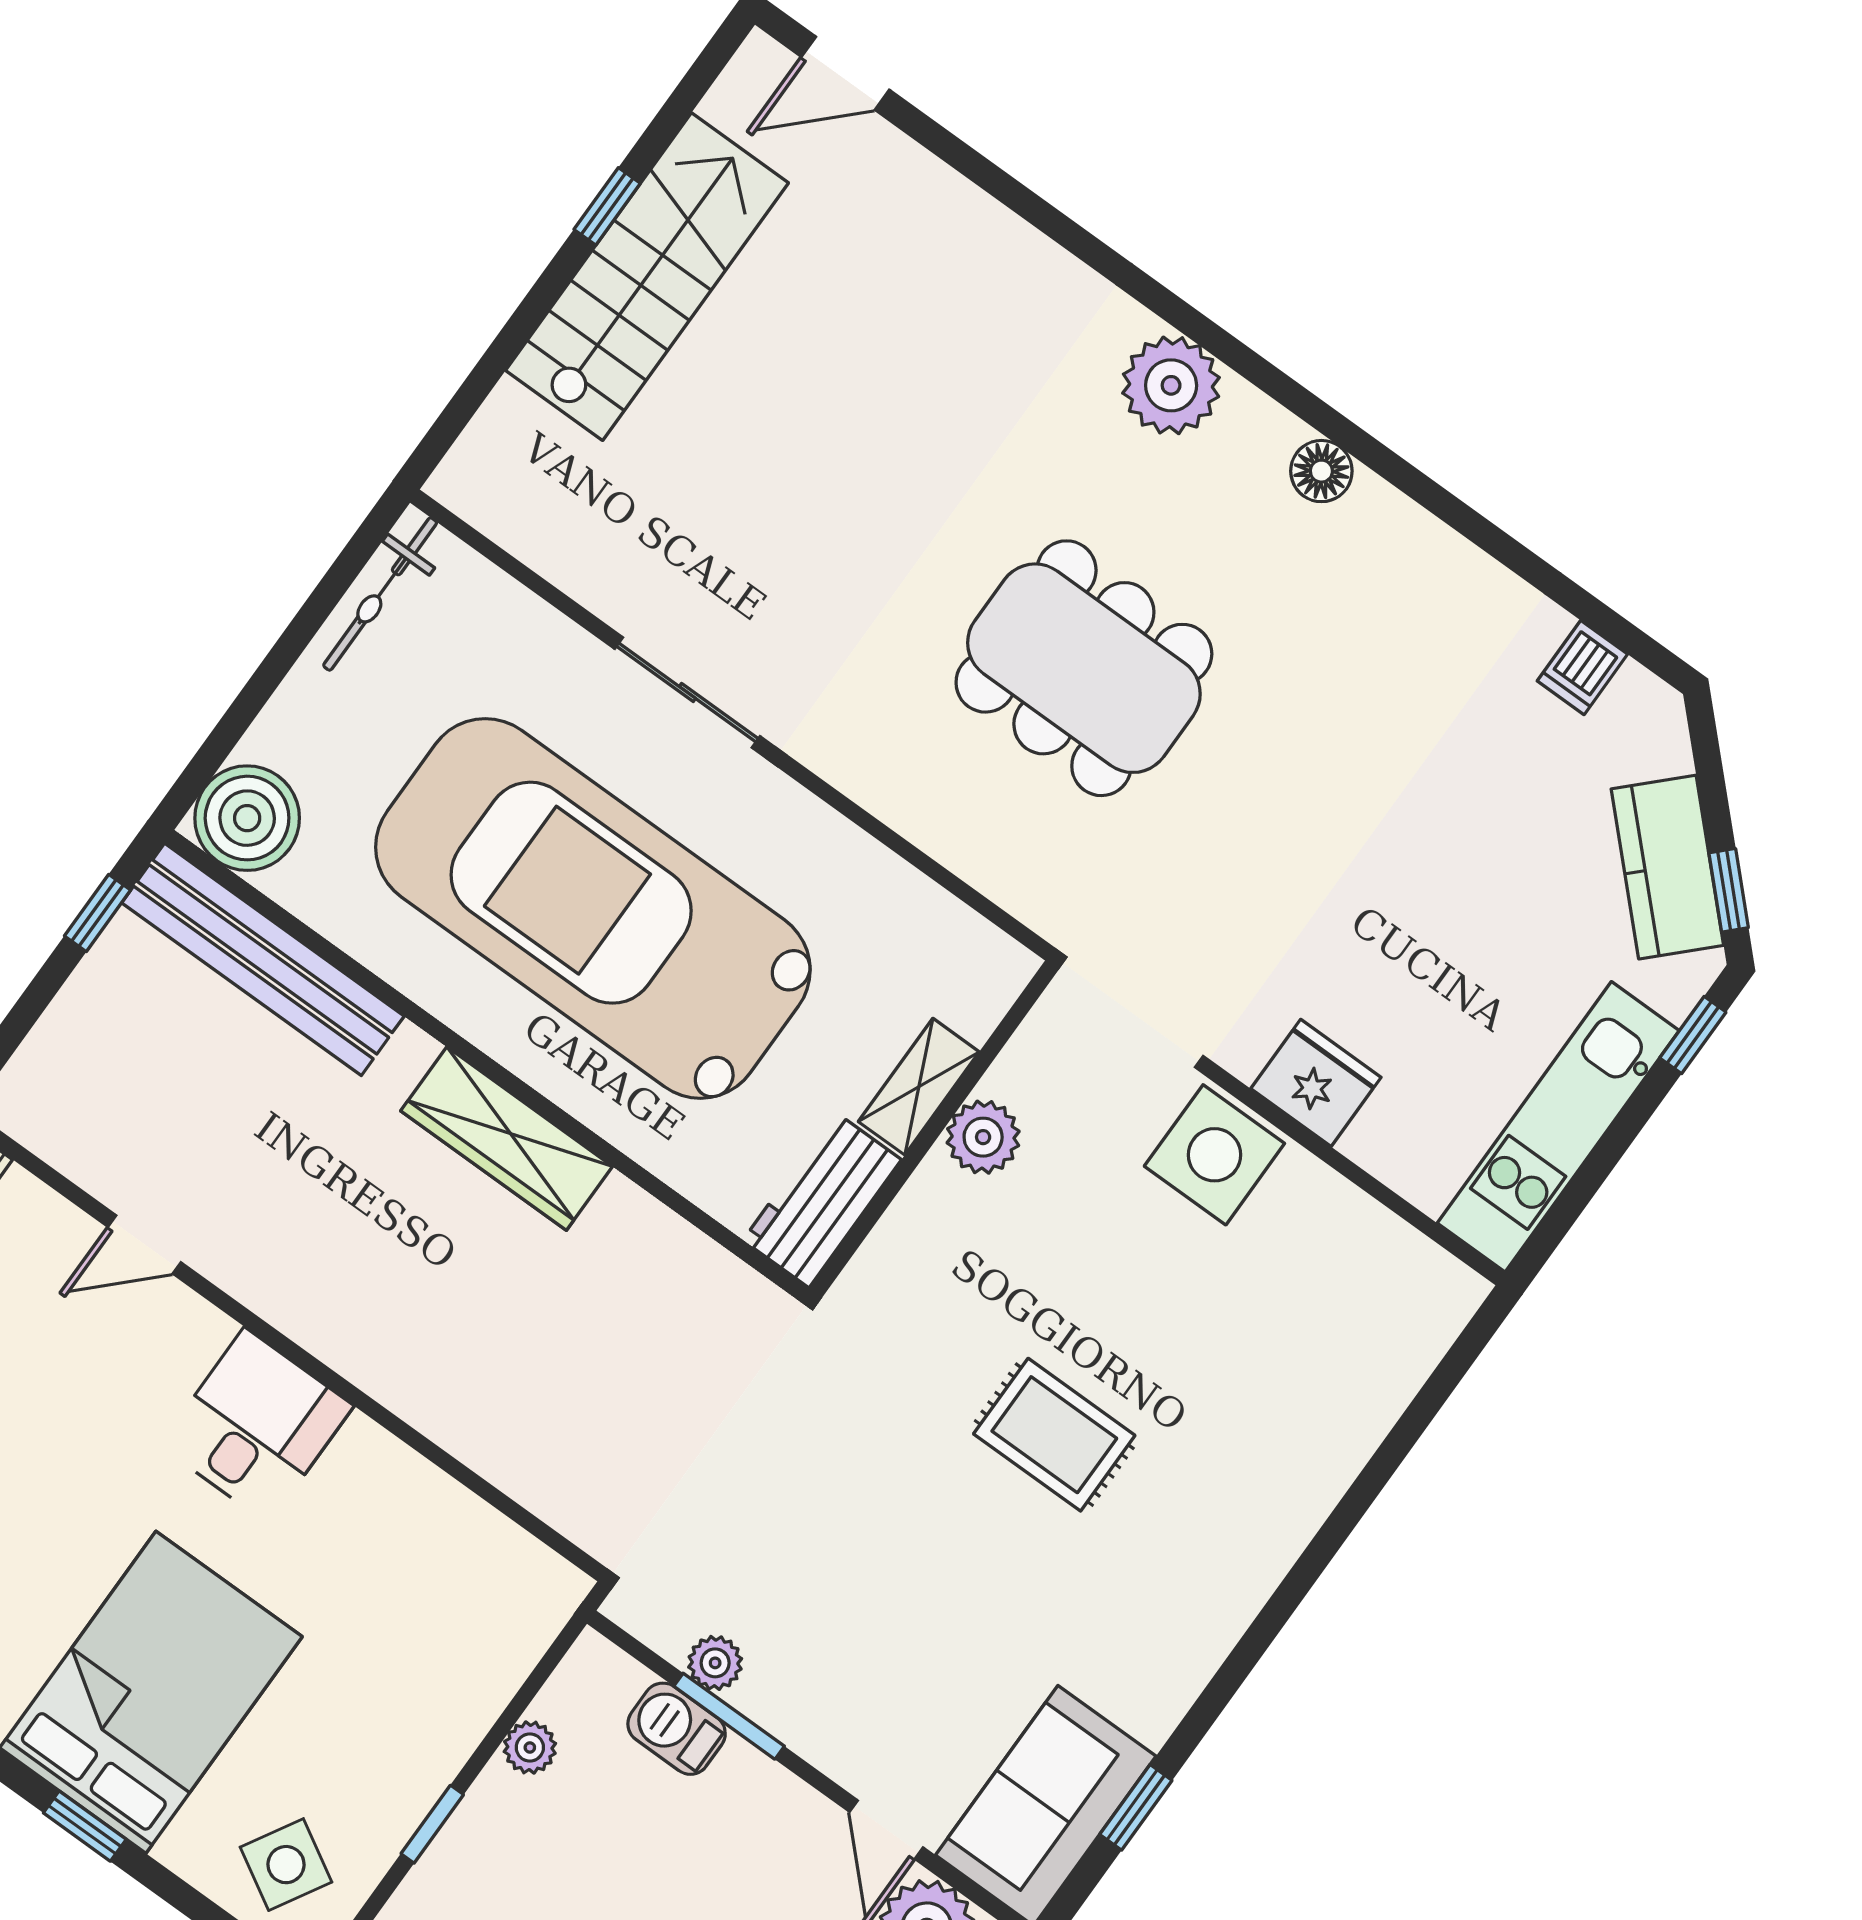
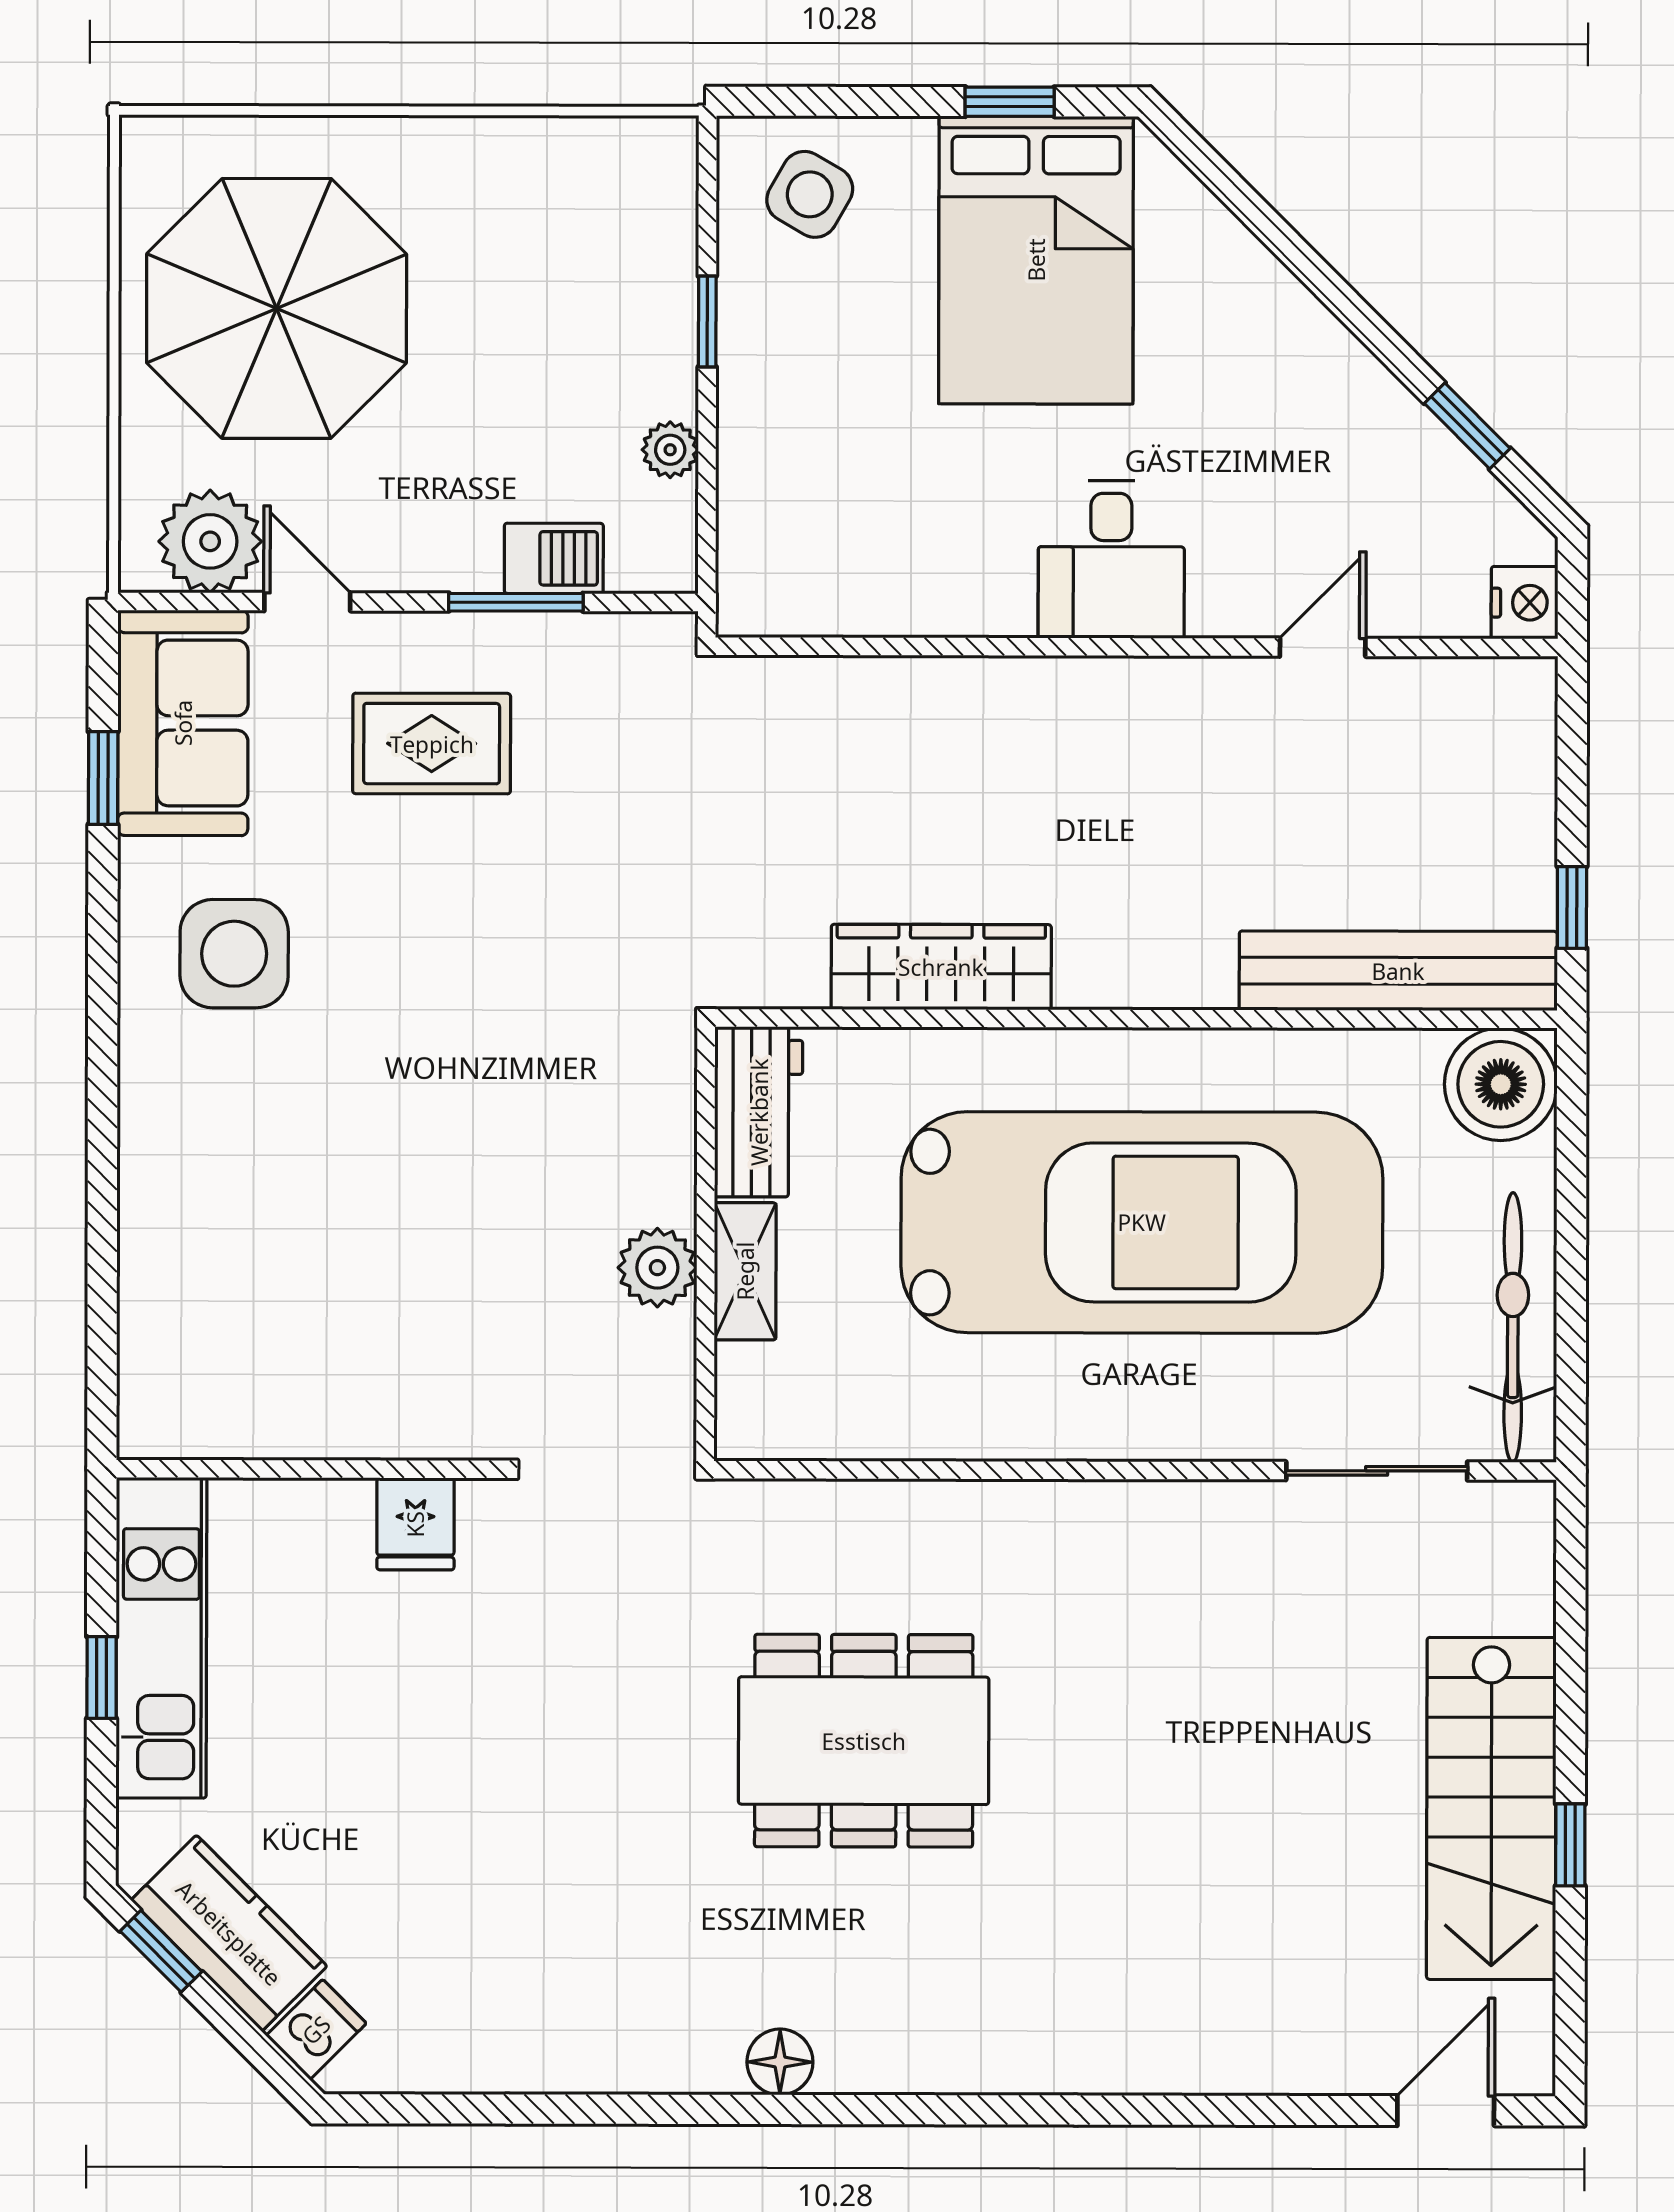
plant: (1171, 385) -> (965, 2043), removed
bicycle: (380, 594) -> (1513, 1327), width x1.37, depth x1.40
dishwasher: (1582, 668) -> (316, 2030), moved, turned 45
sliding door: (687, 693) -> (1377, 1471), moved
window: (1693, 1035) -> (102, 1677), moved
fridge: (1316, 1083) -> (415, 1524), width x0.72
wardrobe: (507, 1139) -> (941, 967), moved
side table: (1214, 1155) -> (234, 954), moved
rug: (1054, 1435) -> (432, 744), moved
plant: (715, 1663) -> (561, 640), removed

